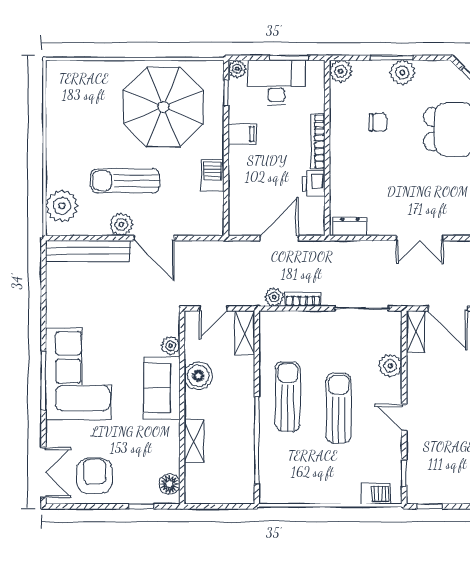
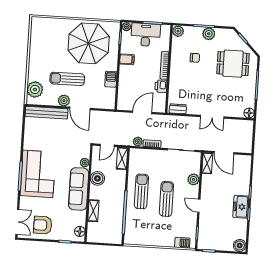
sofa: (162, 388) -> (79, 189), width x1.36
armchair: (94, 476) -> (43, 225), turned -90

